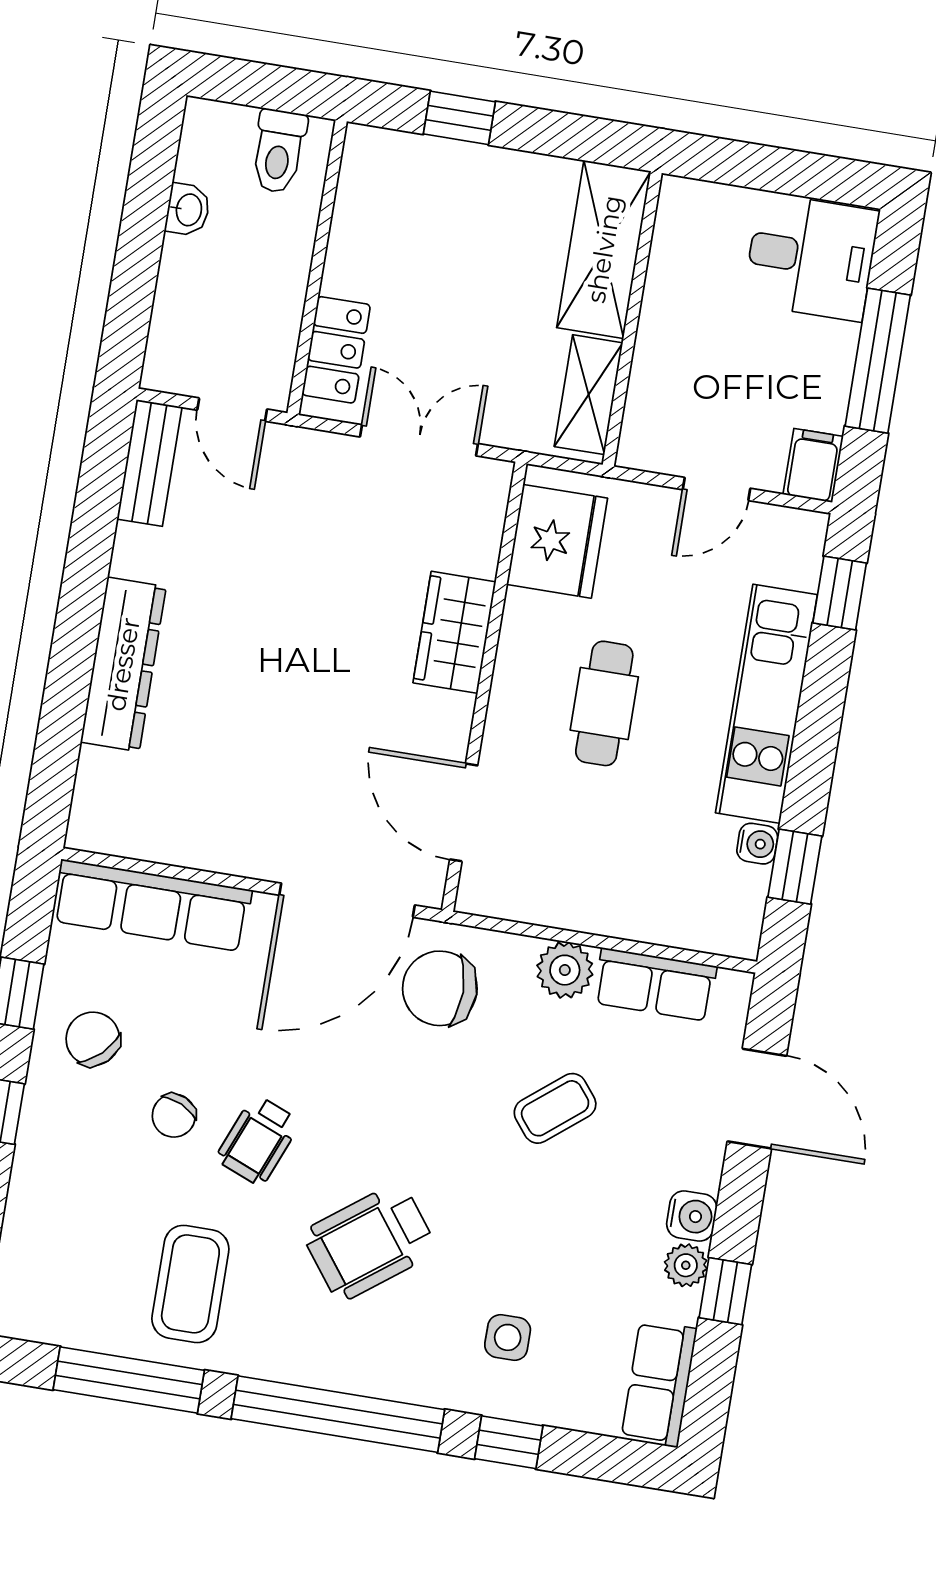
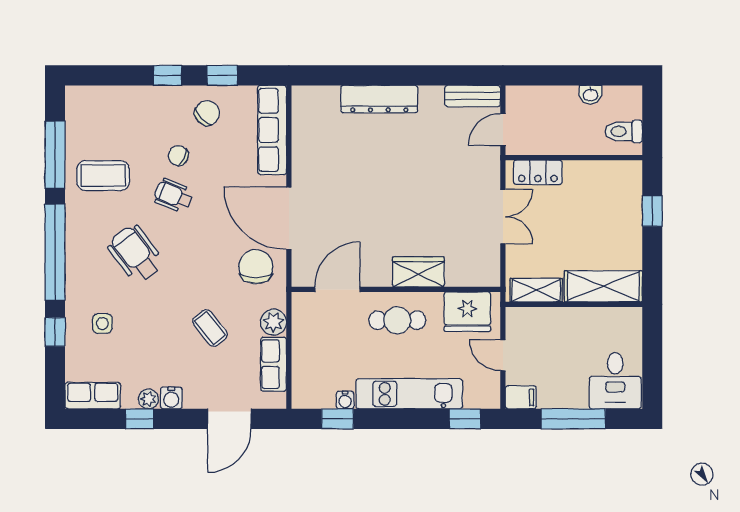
fridge: (557, 541) -> (467, 312), moved
wardrobe: (454, 632) -> (418, 272), moved
wall: (484, 687) -> (396, 289), moved
door: (464, 812) -> (337, 289), moved

